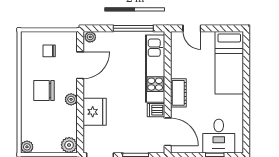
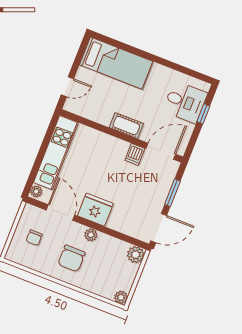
window: (133, 28) -> (45, 145), removed
kitchen unit: (155, 69) -> (56, 153), moved, turned -90
fridge: (95, 112) -> (95, 210), moved

